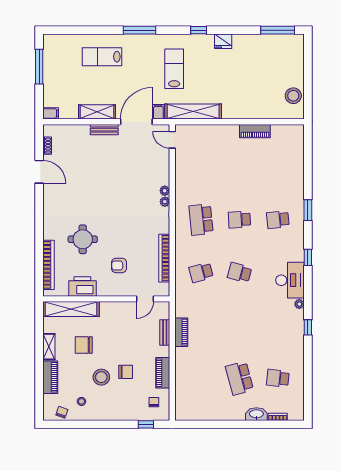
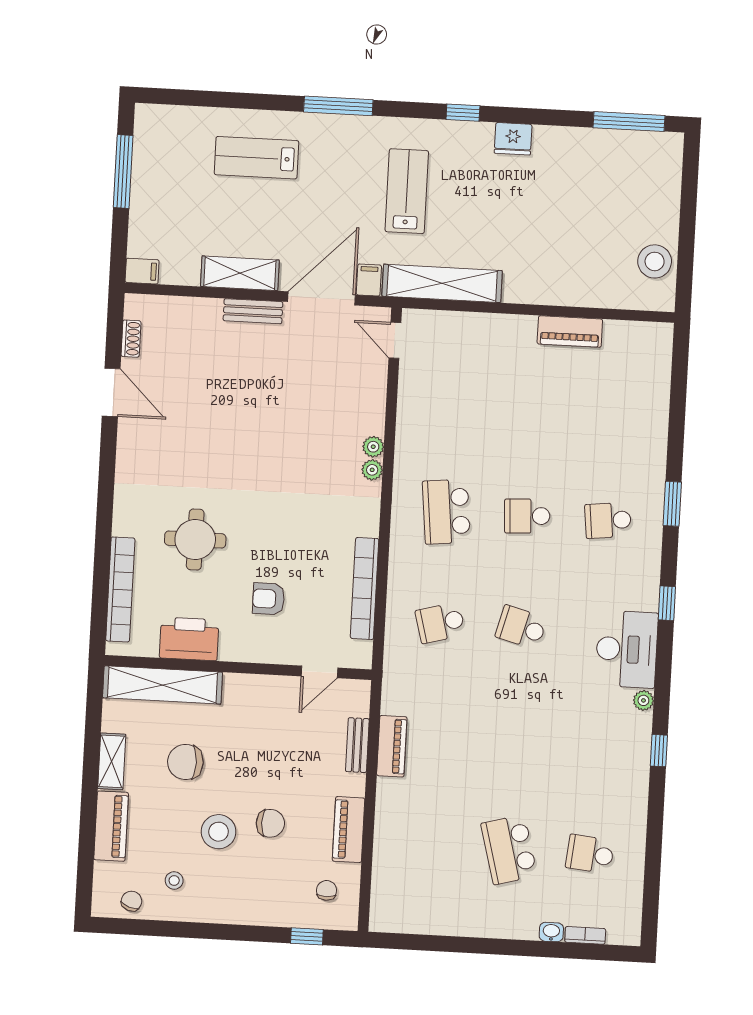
washbasin: (256, 414) -> (551, 932), width x0.52, depth x0.69

